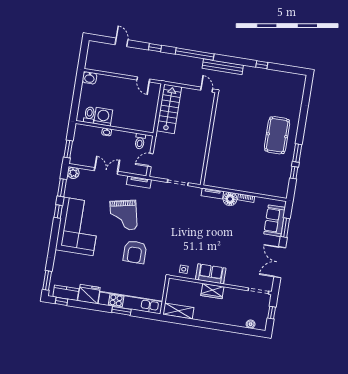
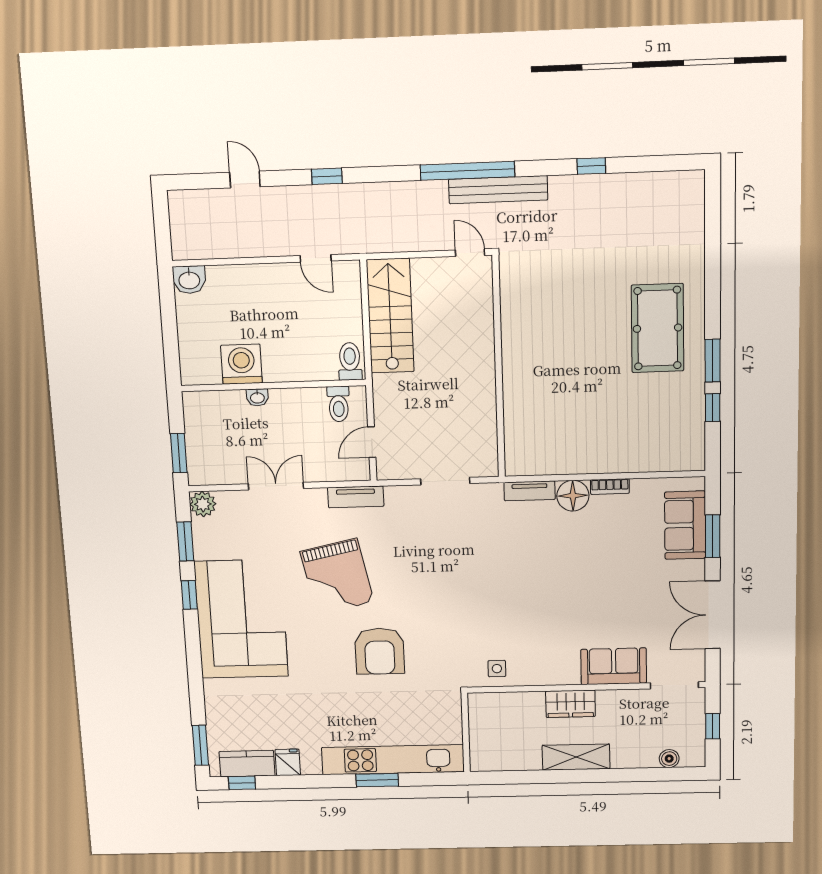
window: (195, 54) -> (467, 171), moved
toilet: (89, 115) -> (350, 361), moved
sofa: (211, 274) -> (614, 666), moved
fridge: (89, 294) -> (288, 762), width x0.53, depth x0.75
shelving: (178, 311) -> (576, 757), moved

